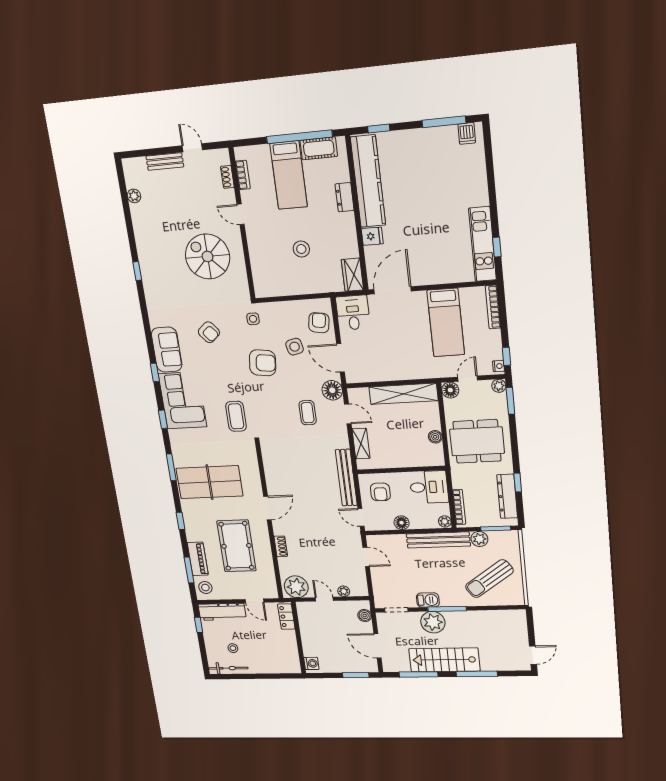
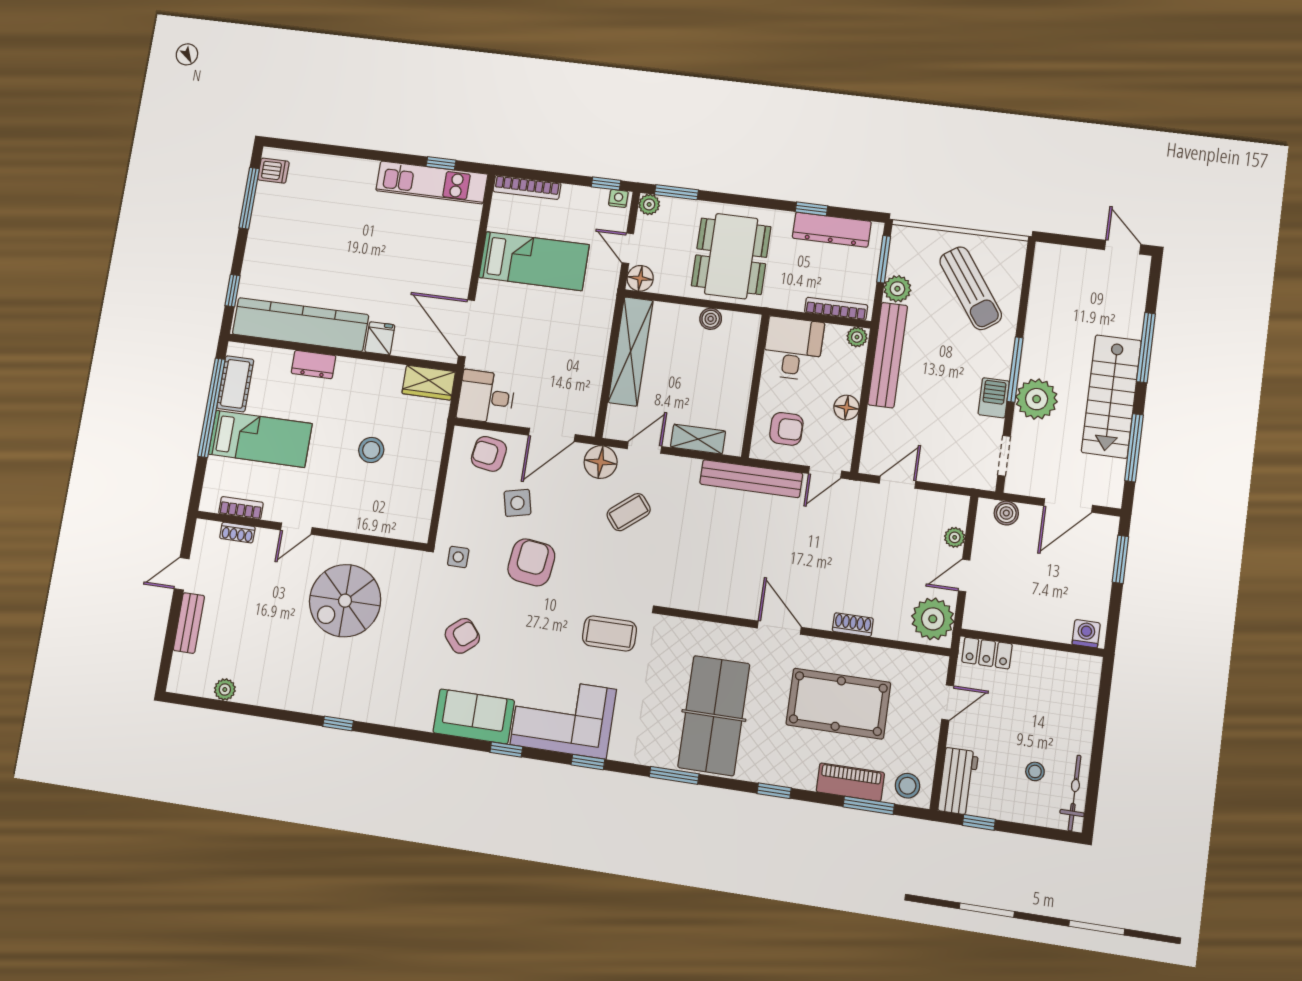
coffee table: (308, 413) -> (629, 512), turned -39
workbench: (222, 612) -> (958, 781), width x0.73

